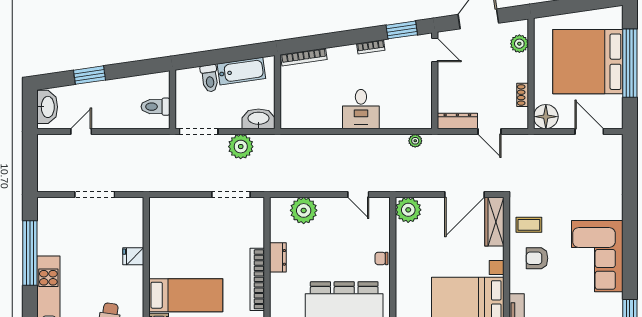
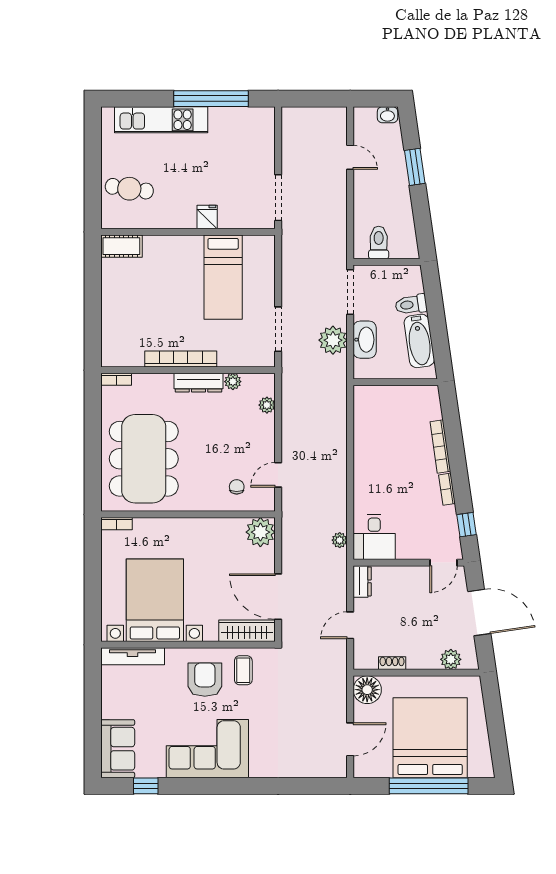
window: (402, 30) -> (467, 525), width x0.67
bookcase: (304, 57) -> (440, 447), moved
washbasin: (47, 107) -> (387, 115), width x0.52, depth x0.69
desk: (361, 109) -> (374, 537), moved, turned -90
washbasin: (258, 119) -> (365, 340), moved
dresser: (457, 121) -> (362, 581), width x0.70
doorway: (95, 194) -> (278, 198), moved
plant: (304, 210) -> (267, 405), width x0.53, depth x0.53
plant: (277, 234) -> (233, 382), added
dresser: (278, 257) -> (198, 383), width x1.44
chair: (381, 258) -> (237, 487), moved
armchair: (537, 258) -> (205, 680), width x1.38, depth x1.38
bed: (186, 295) -> (223, 277), moved

